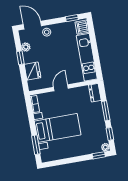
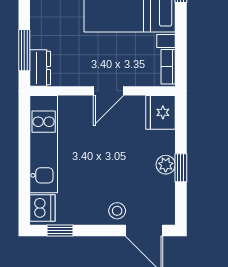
plant: (26, 47) -> (166, 165), moved
fridge: (33, 71) -> (161, 112), moved
window: (106, 111) -> (24, 50), moved

